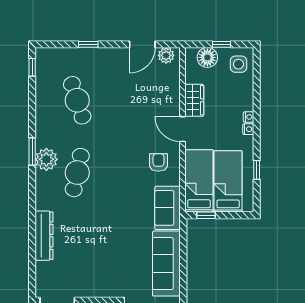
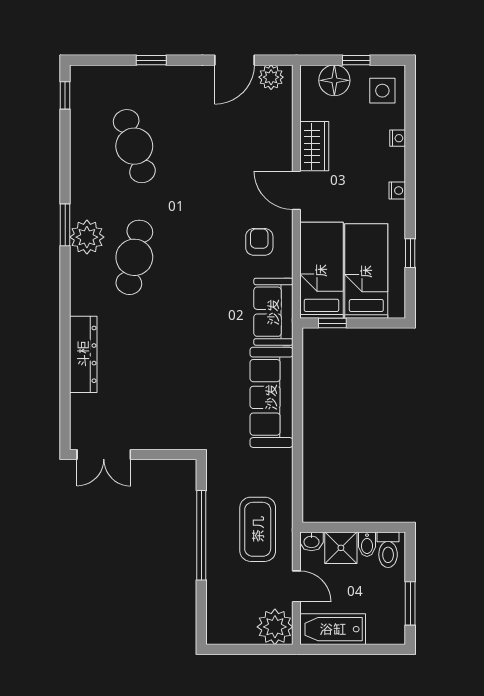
nightstand: (248, 117) -> (398, 138), moved

